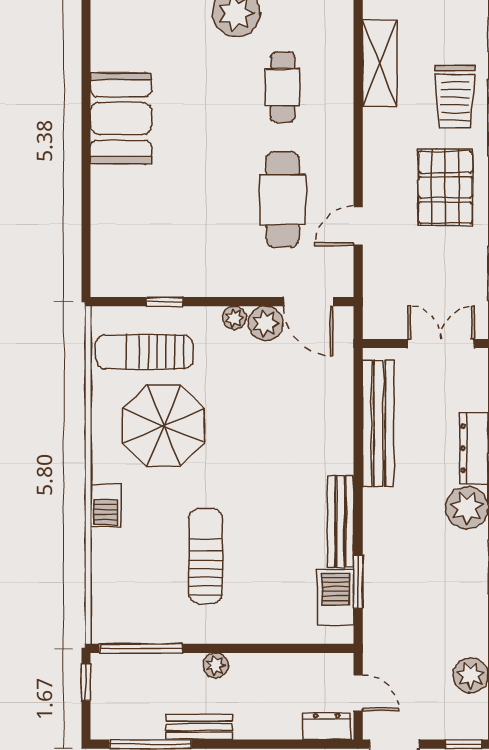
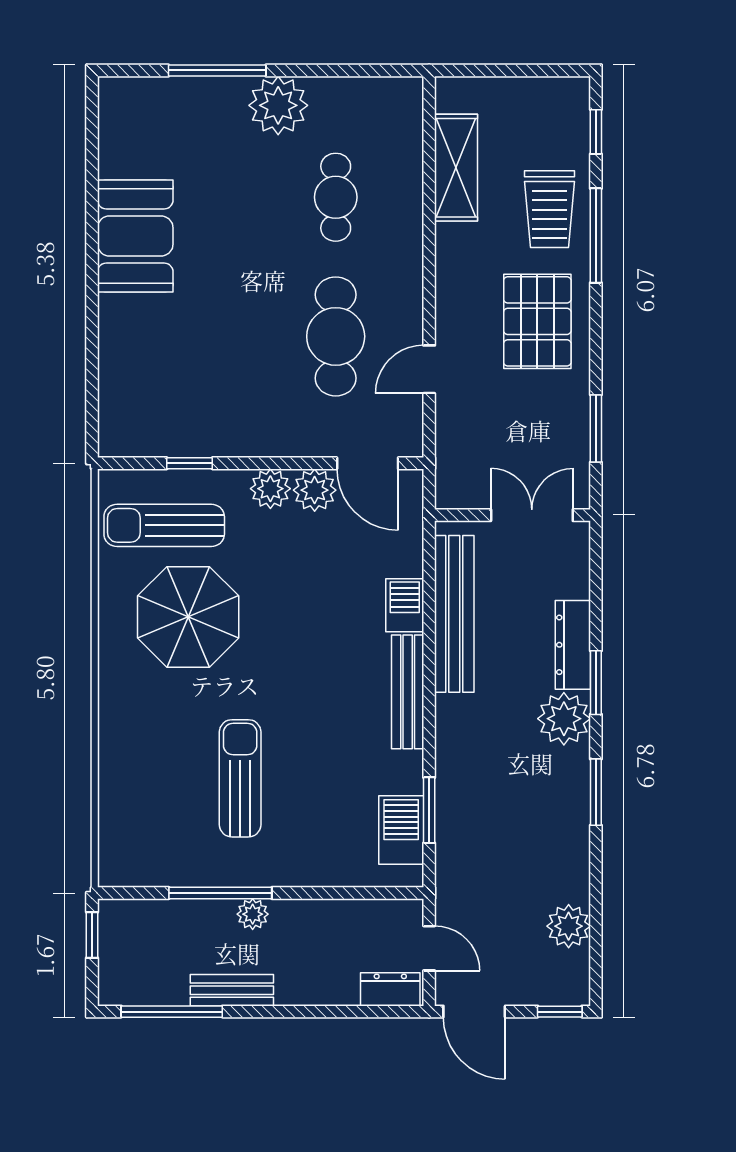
plant: (234, 318) -> (270, 489), width x1.38, depth x1.38
barbecue: (106, 505) -> (405, 605), moved, turned 180
bench: (341, 521) -> (408, 692), moved
window: (141, 648) -> (220, 893), moved

